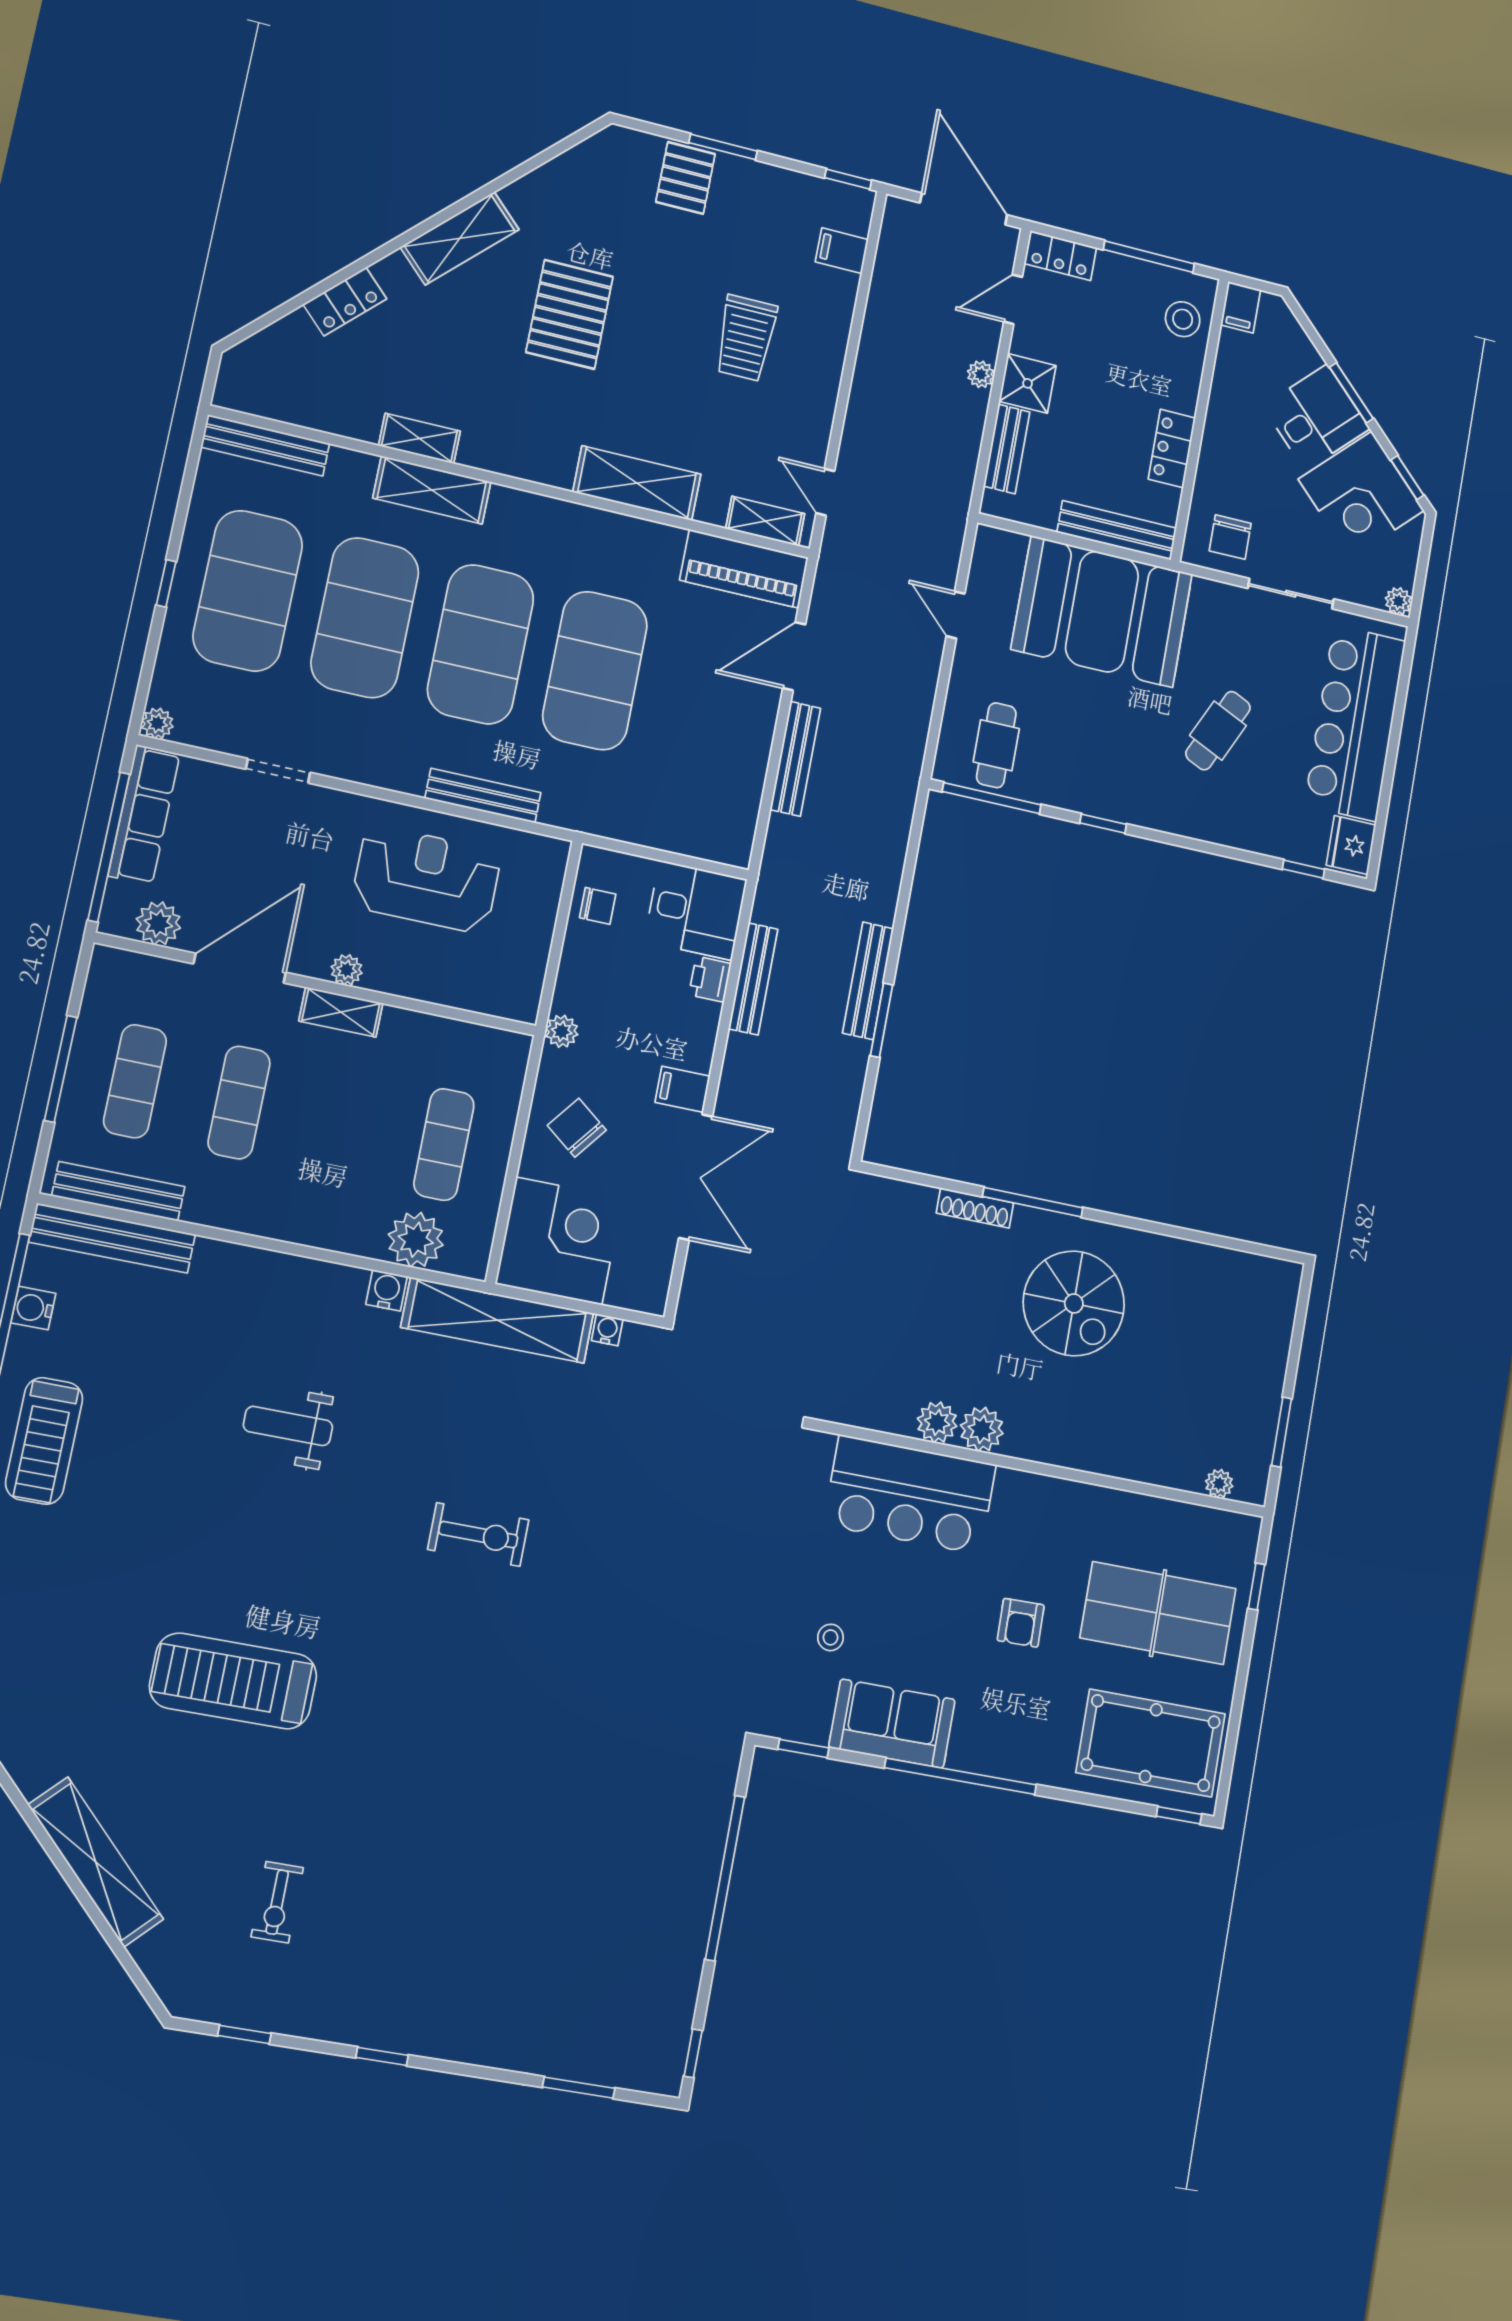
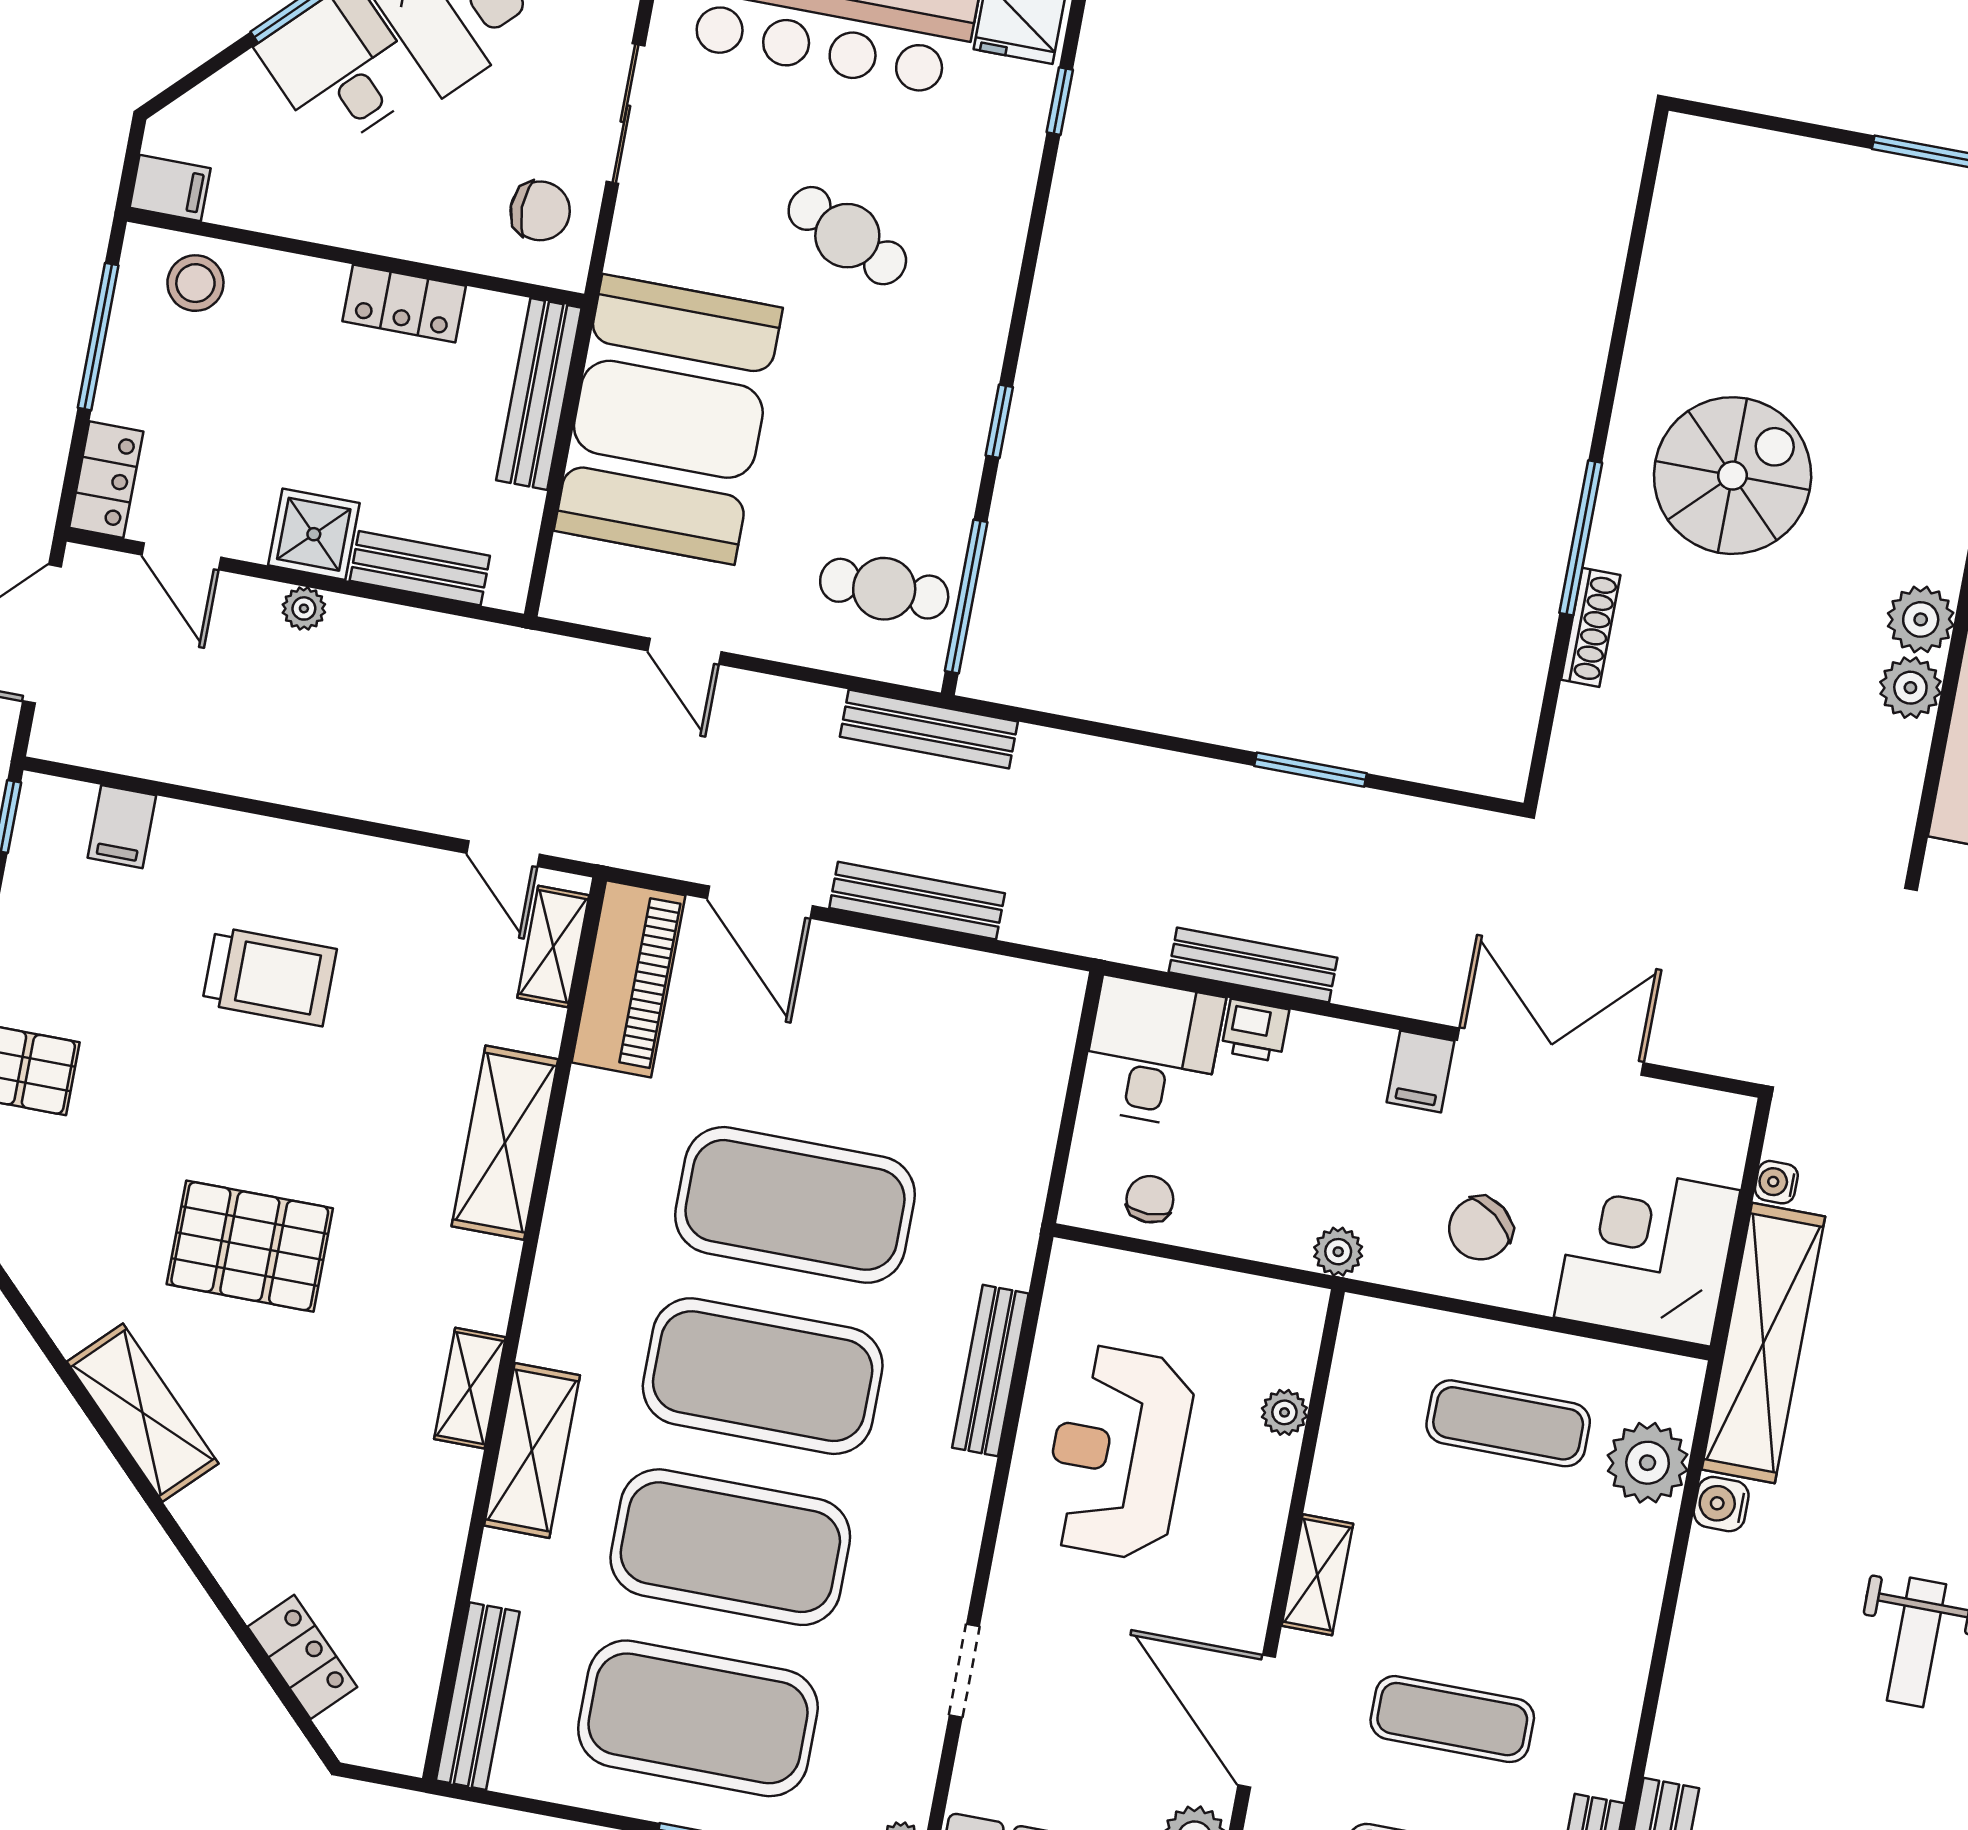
locker: (345, 302) -> (302, 1657), moved
shelving: (419, 438) -> (470, 1388), moved
door: (825, 492) -> (503, 854), hinge flipped
door: (955, 615) -> (684, 651), hinge flipped
plant: (347, 970) -> (1284, 1412), moved
bench: (868, 981) -> (929, 729), moved

